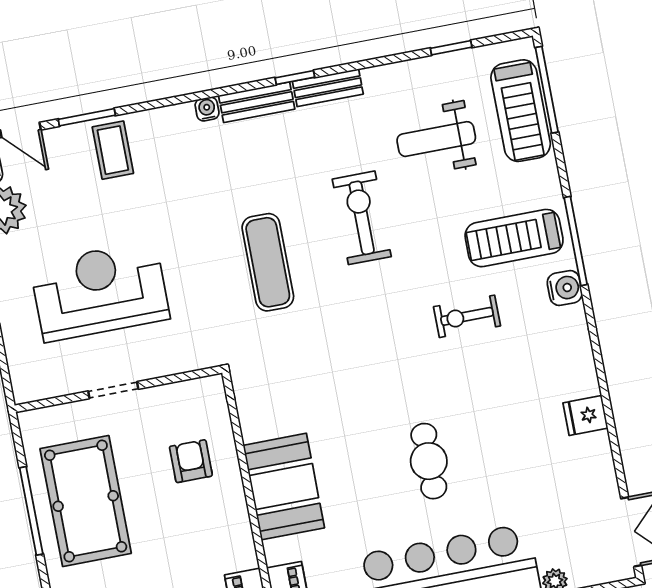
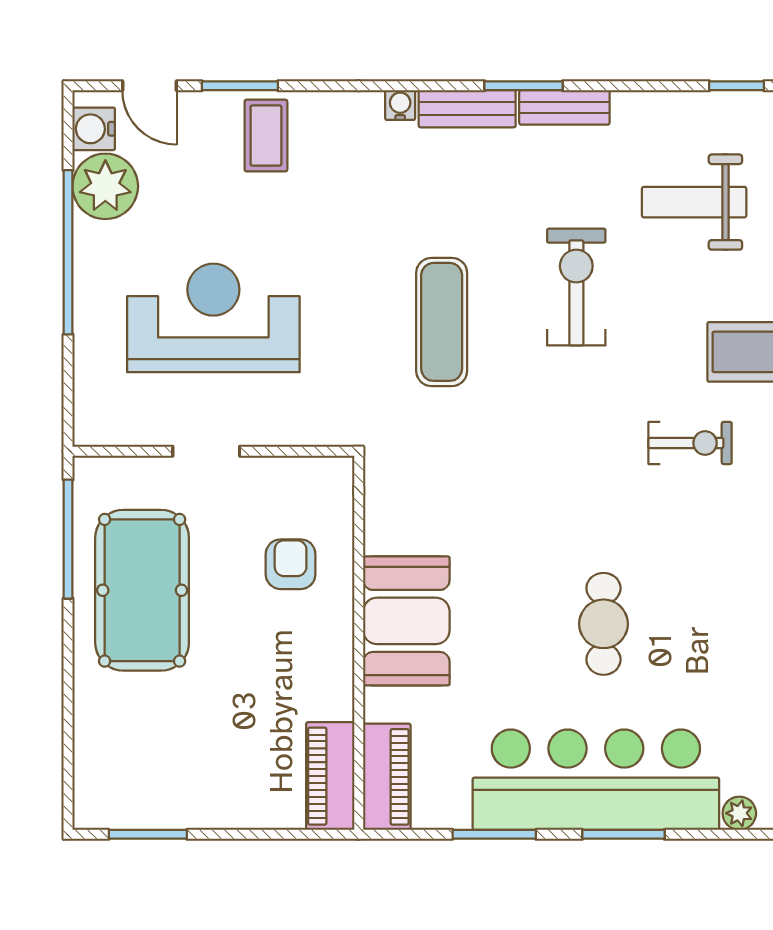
window: (295, 78) -> (524, 86), width x1.50
exercise bike: (467, 316) -> (690, 443), turned 180
window: (31, 511) -> (68, 539), moved

